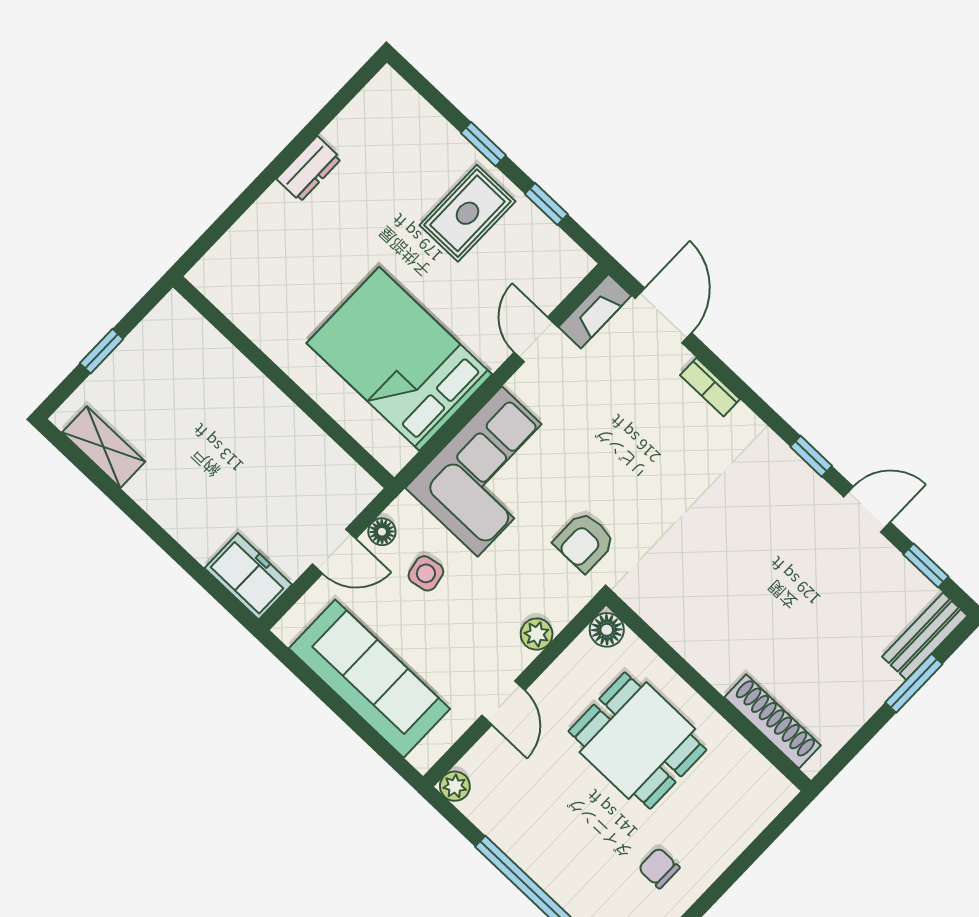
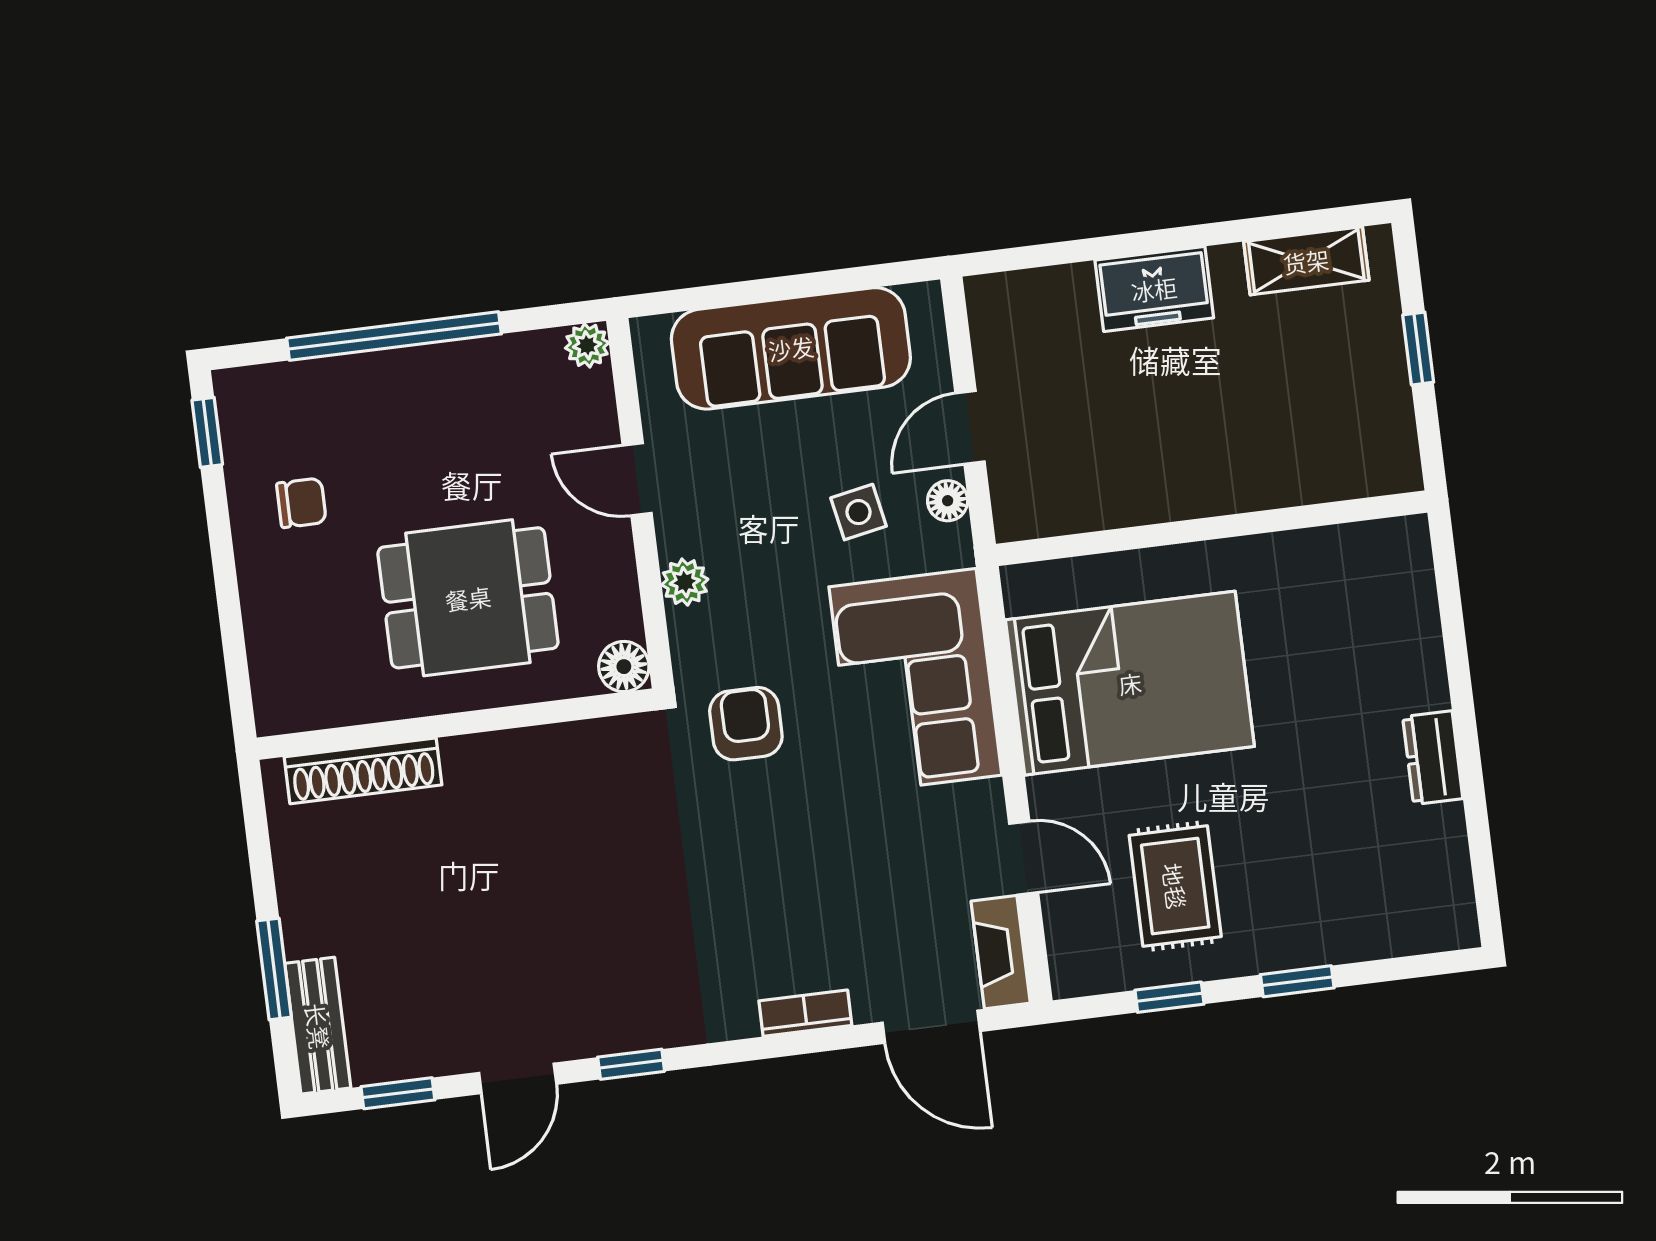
rug: (467, 213) -> (1175, 886), moved
freezer: (248, 576) -> (1154, 289), moved

